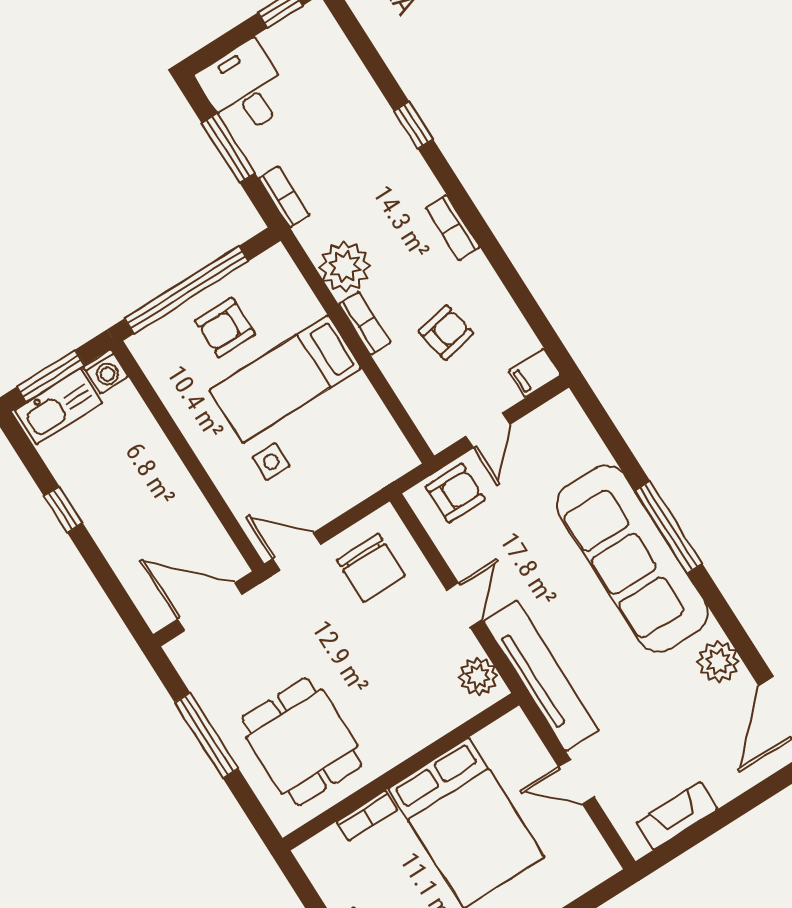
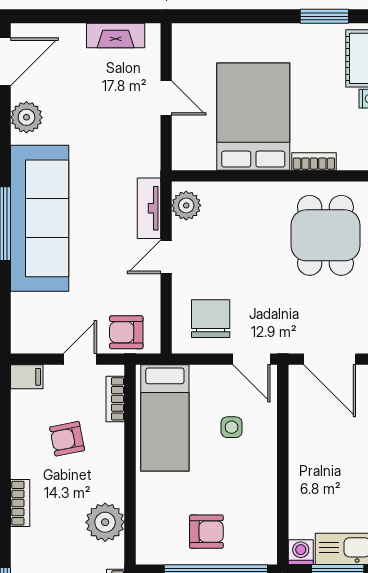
bookcase: (365, 323) -> (115, 399), moved
bed: (285, 379) -> (165, 418), moved, turned 90
tv unit: (541, 676) -> (149, 208), width x0.52, depth x0.78

